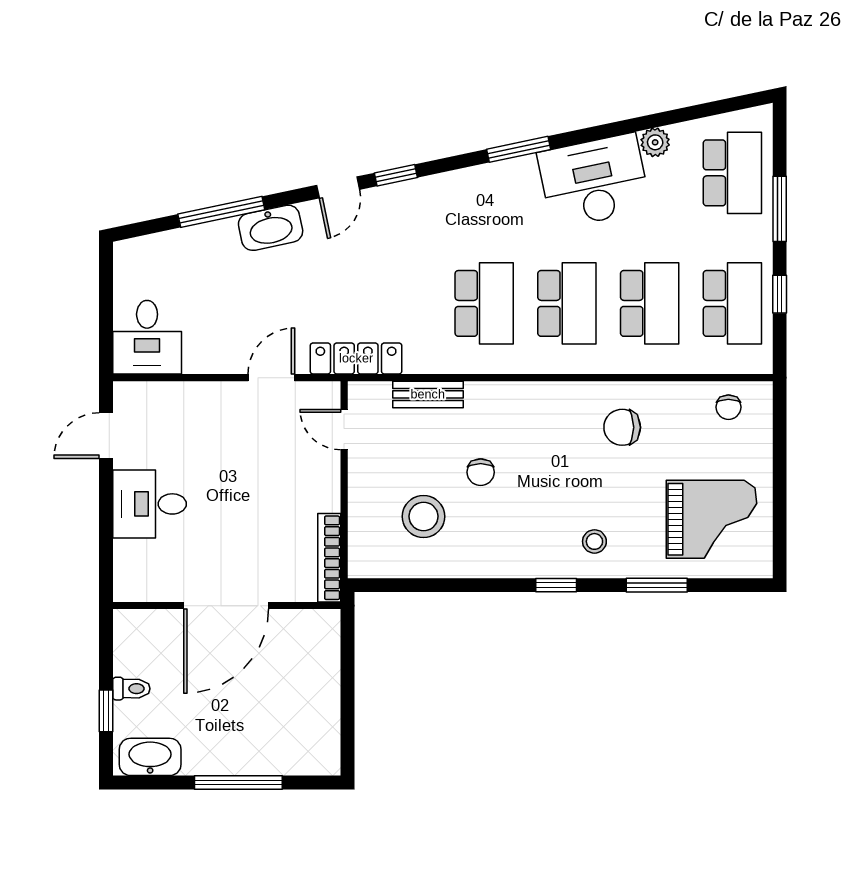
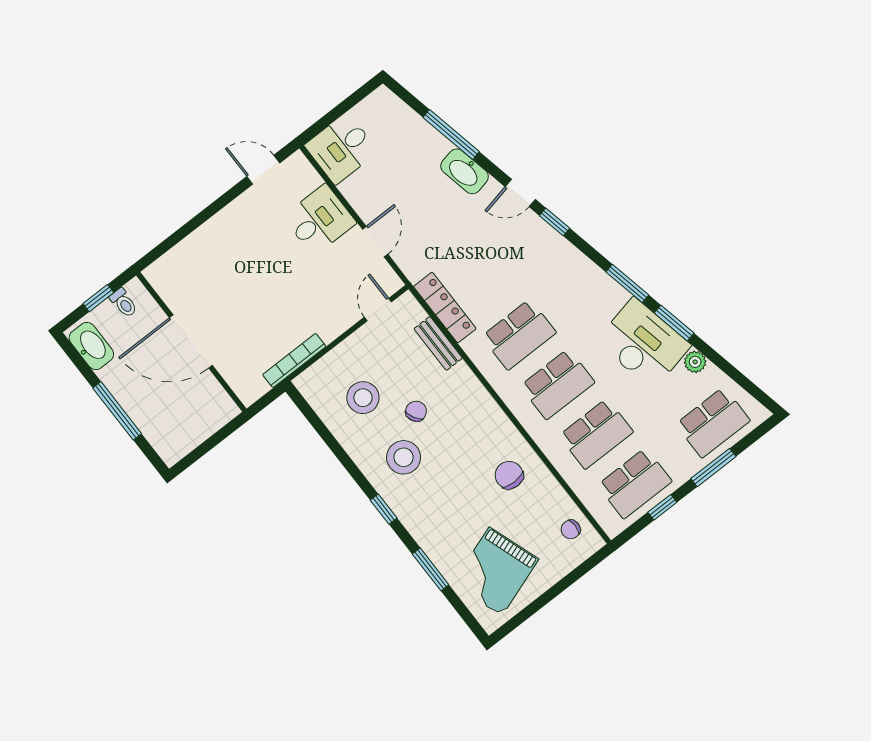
window: (598, 133) -> (674, 323), added
locker: (356, 358) -> (445, 308), moved
door: (271, 378) -> (375, 242), hinge flipped
chair: (481, 472) -> (416, 411), turned 151
desk: (149, 504) -> (320, 220), moved, turned 90
grand piano: (711, 519) -> (496, 571), turned 71
stool: (594, 541) -> (404, 457), moved, width x1.89, depth x1.89
door: (226, 606) -> (191, 342), moved
wall: (227, 606) -> (191, 342), moved

